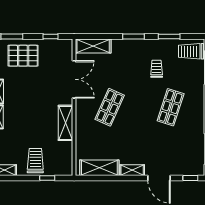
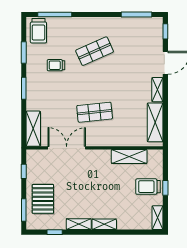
shop shelf: (110, 107) -> (95, 112), turned -30
shop shelf: (171, 107) -> (95, 51), turned -42
shelving: (65, 123) -> (129, 156), moved
window: (47, 178) -> (165, 188), moved

